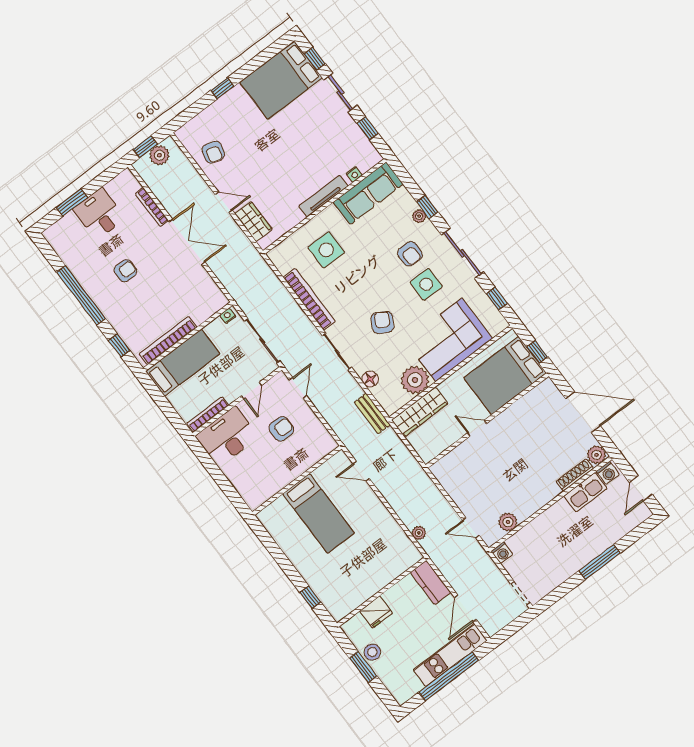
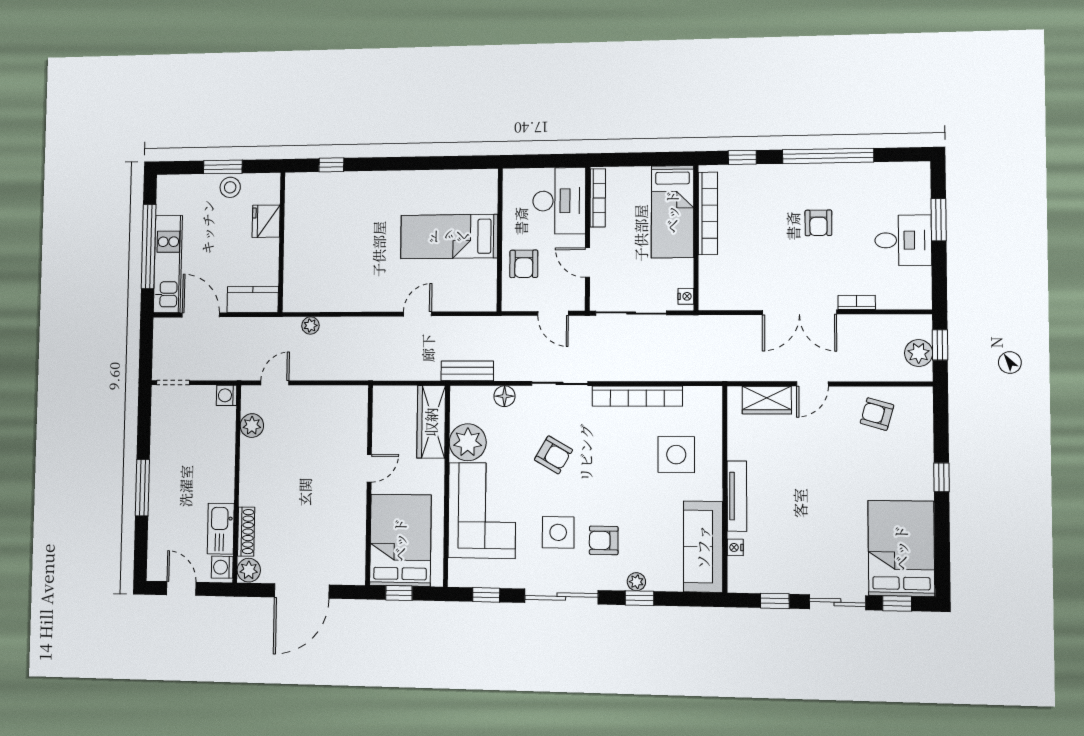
bookcase: (152, 207) -> (857, 302), width x0.64
wall: (297, 480) -> (500, 240), moved
bed: (319, 513) -> (449, 237), moved

